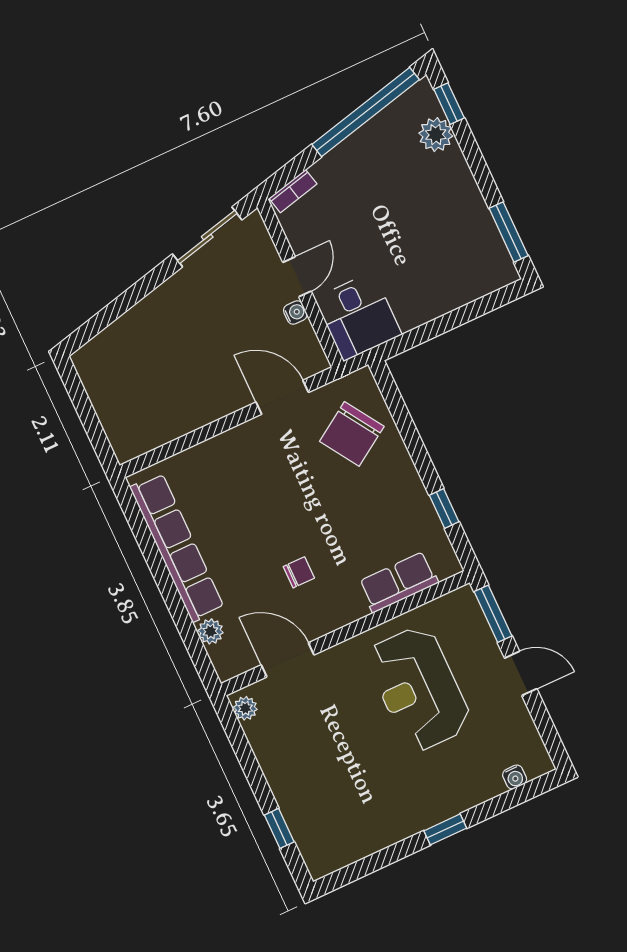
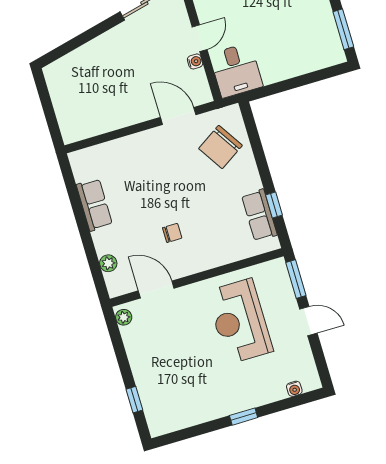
row of seats: (177, 547) -> (94, 205), width x0.50
row of seats: (398, 582) -> (259, 215), moved, turned -90

